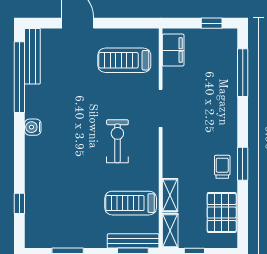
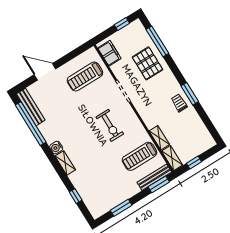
exercise bike: (117, 141) -> (110, 125), turned 180
shelving: (32, 154) -> (65, 163), added
pallet: (222, 213) -> (147, 63), moved

